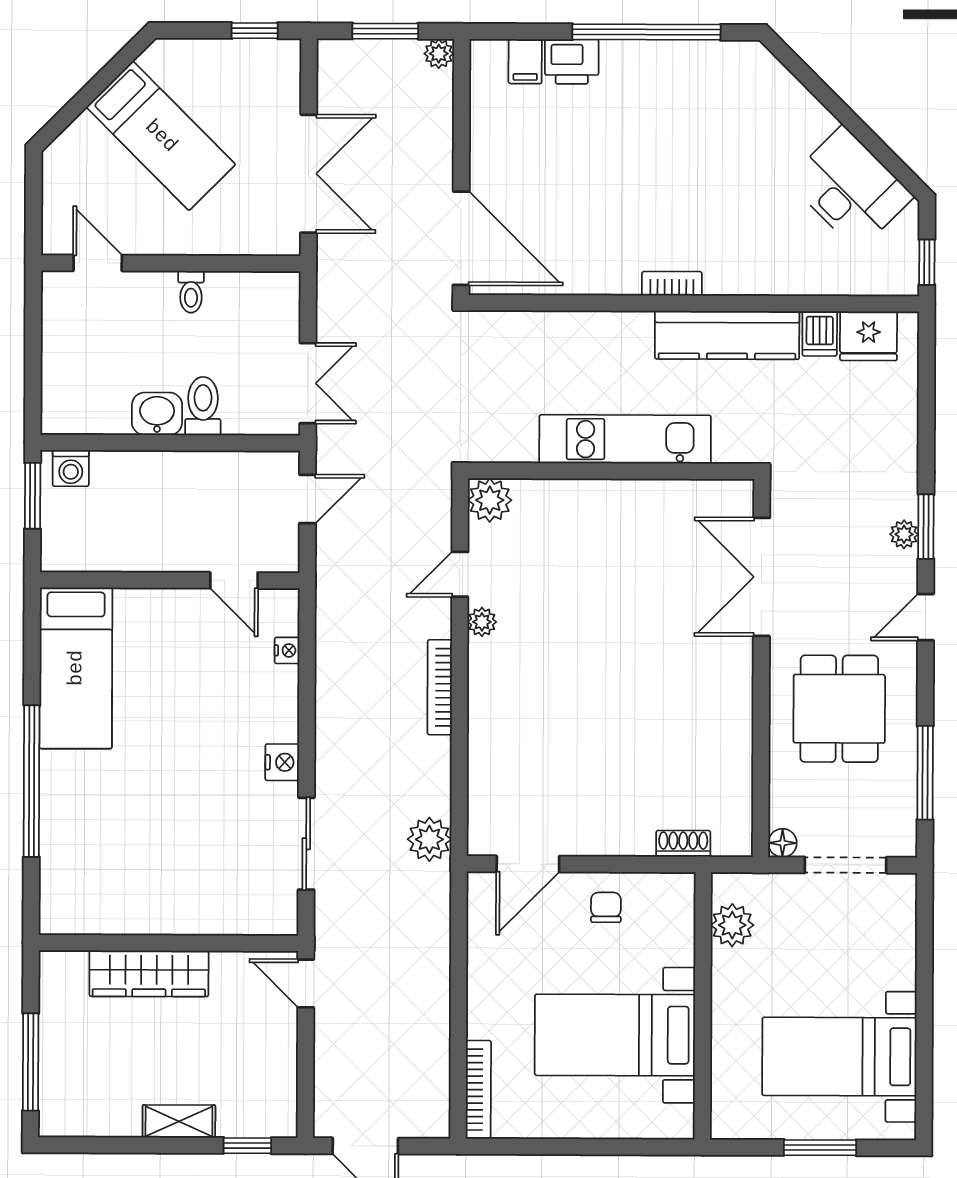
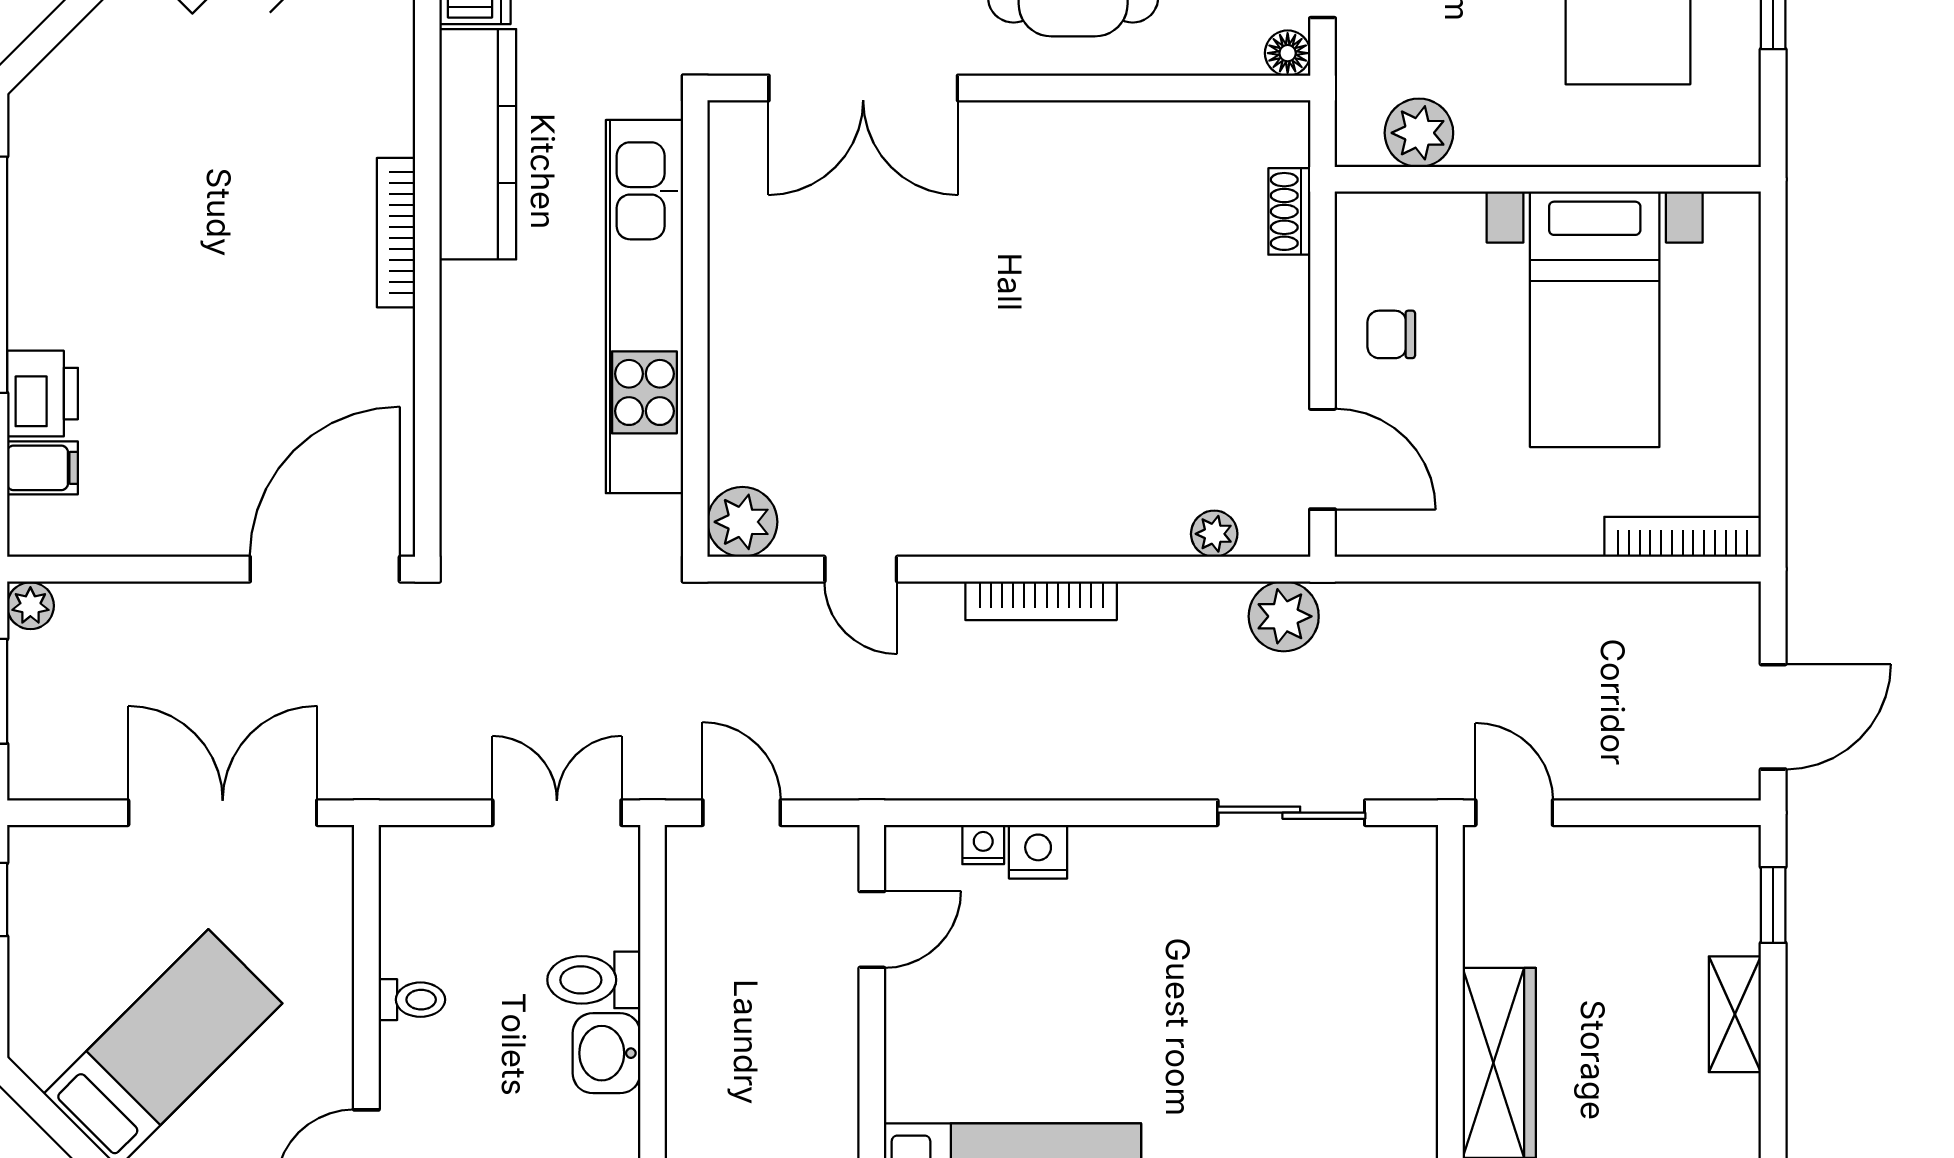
bookcase: (672, 284) -> (396, 233), width x1.56
kitchen unit: (625, 439) -> (644, 307), width x1.36
plant: (482, 622) -> (1214, 534), moved
nightstand: (282, 762) -> (1038, 852), moved
door: (306, 983) -> (1514, 813), swing flipped

